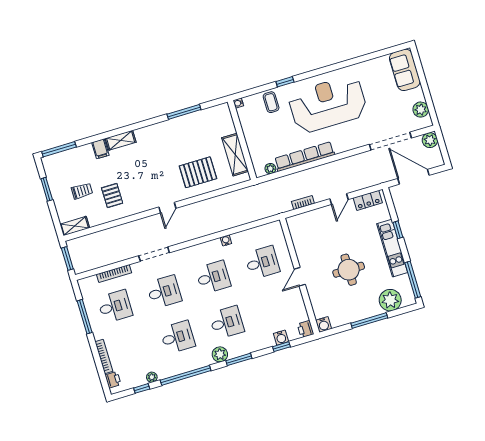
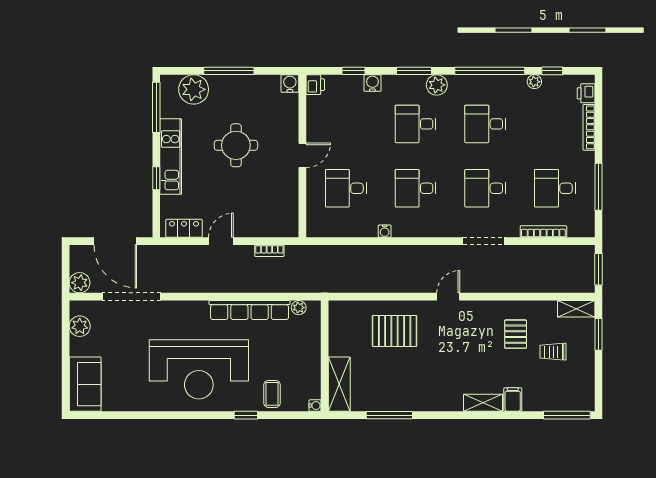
shelving: (235, 155) -> (339, 384), moved
window: (47, 189) -> (599, 334), moved
water cooler: (281, 338) -> (372, 83), moved

